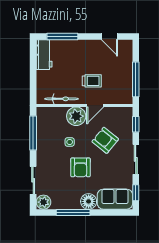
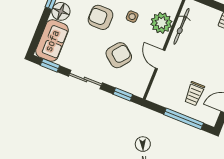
window: (136, 79) -> (184, 119), moved
trolley: (92, 81) -> (194, 94), moved
plant: (76, 116) -> (161, 23), moved

